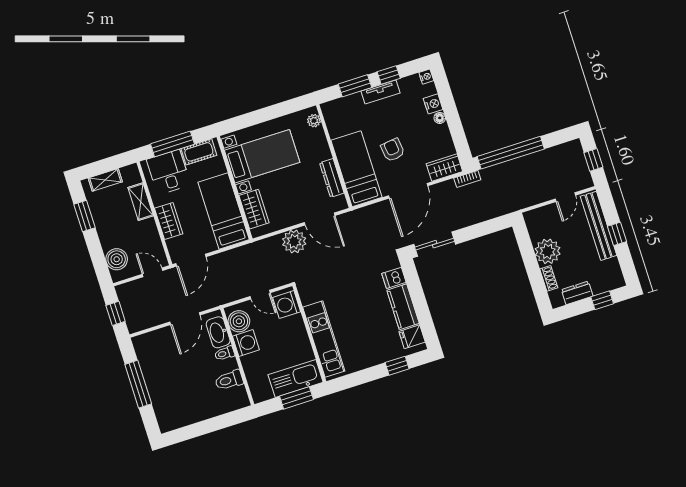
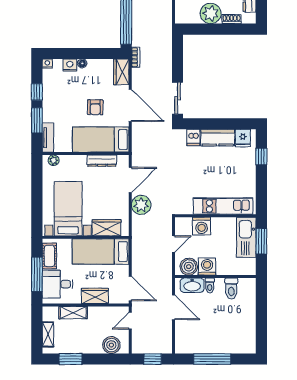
tv unit: (380, 92) -> (48, 138), moved
armchair: (393, 150) -> (95, 107), turned -83
washing machine: (287, 305) -> (202, 226), moved

